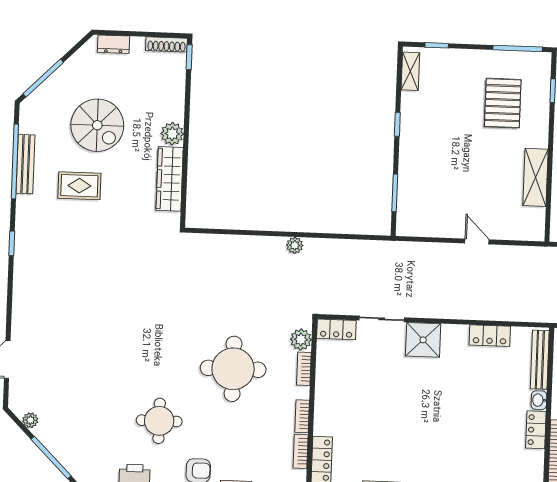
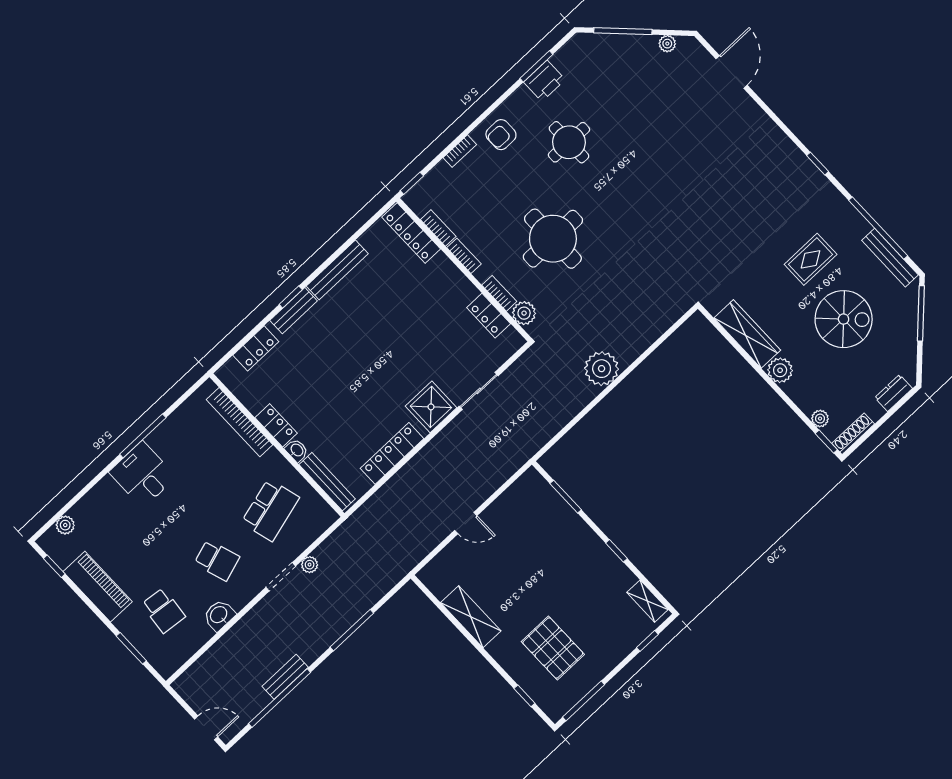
plant: (178, 76) -> (820, 419), added
spiral stairs: (97, 125) -> (844, 319), turned 180
bench: (25, 164) -> (890, 258), moved
plant: (295, 245) -> (602, 369), width x1.87, depth x1.87
locker: (336, 329) -> (489, 316), moved, turned -90
locker: (490, 336) -> (392, 453), width x1.53

